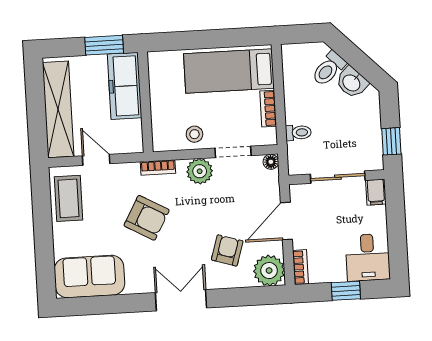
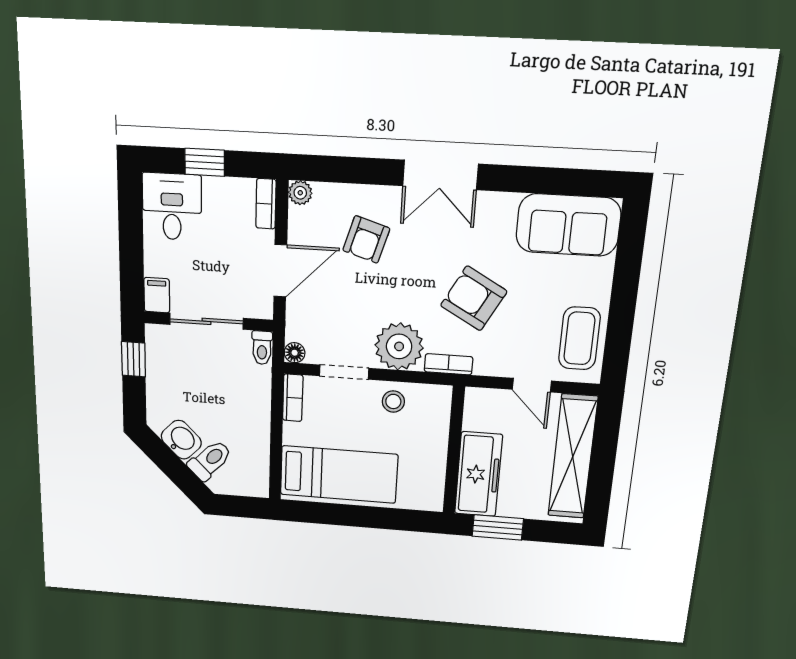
bookcase: (268, 109) -> (293, 398), moved
toilet: (298, 133) -> (262, 348), moved, turned -90
plant: (200, 171) -> (399, 346), width x1.36, depth x1.36
plant: (269, 271) -> (300, 193), width x0.53, depth x0.53

